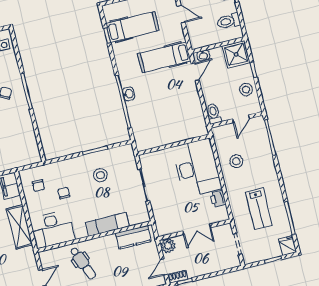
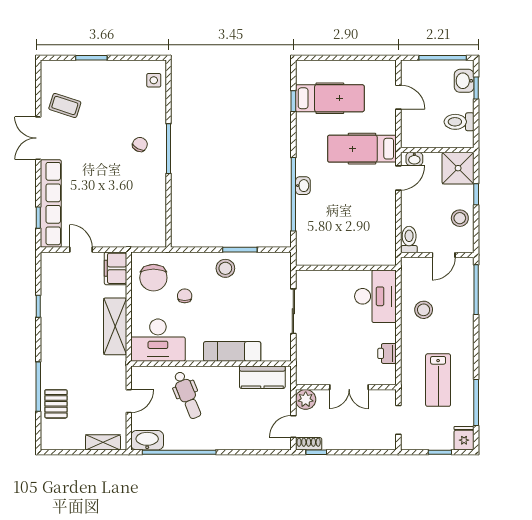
desk: (197, 168) -> (375, 296), width x0.73, depth x0.77
stool: (100, 175) -> (225, 268), moved
chair: (38, 186) -> (153, 278), width x1.87, depth x1.87

